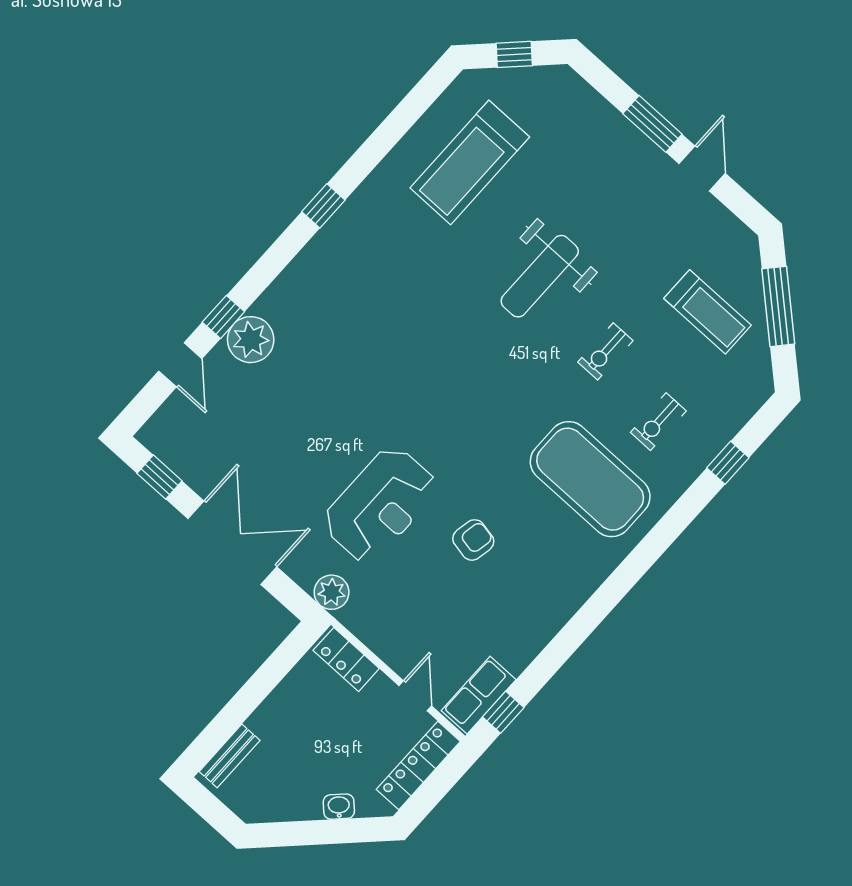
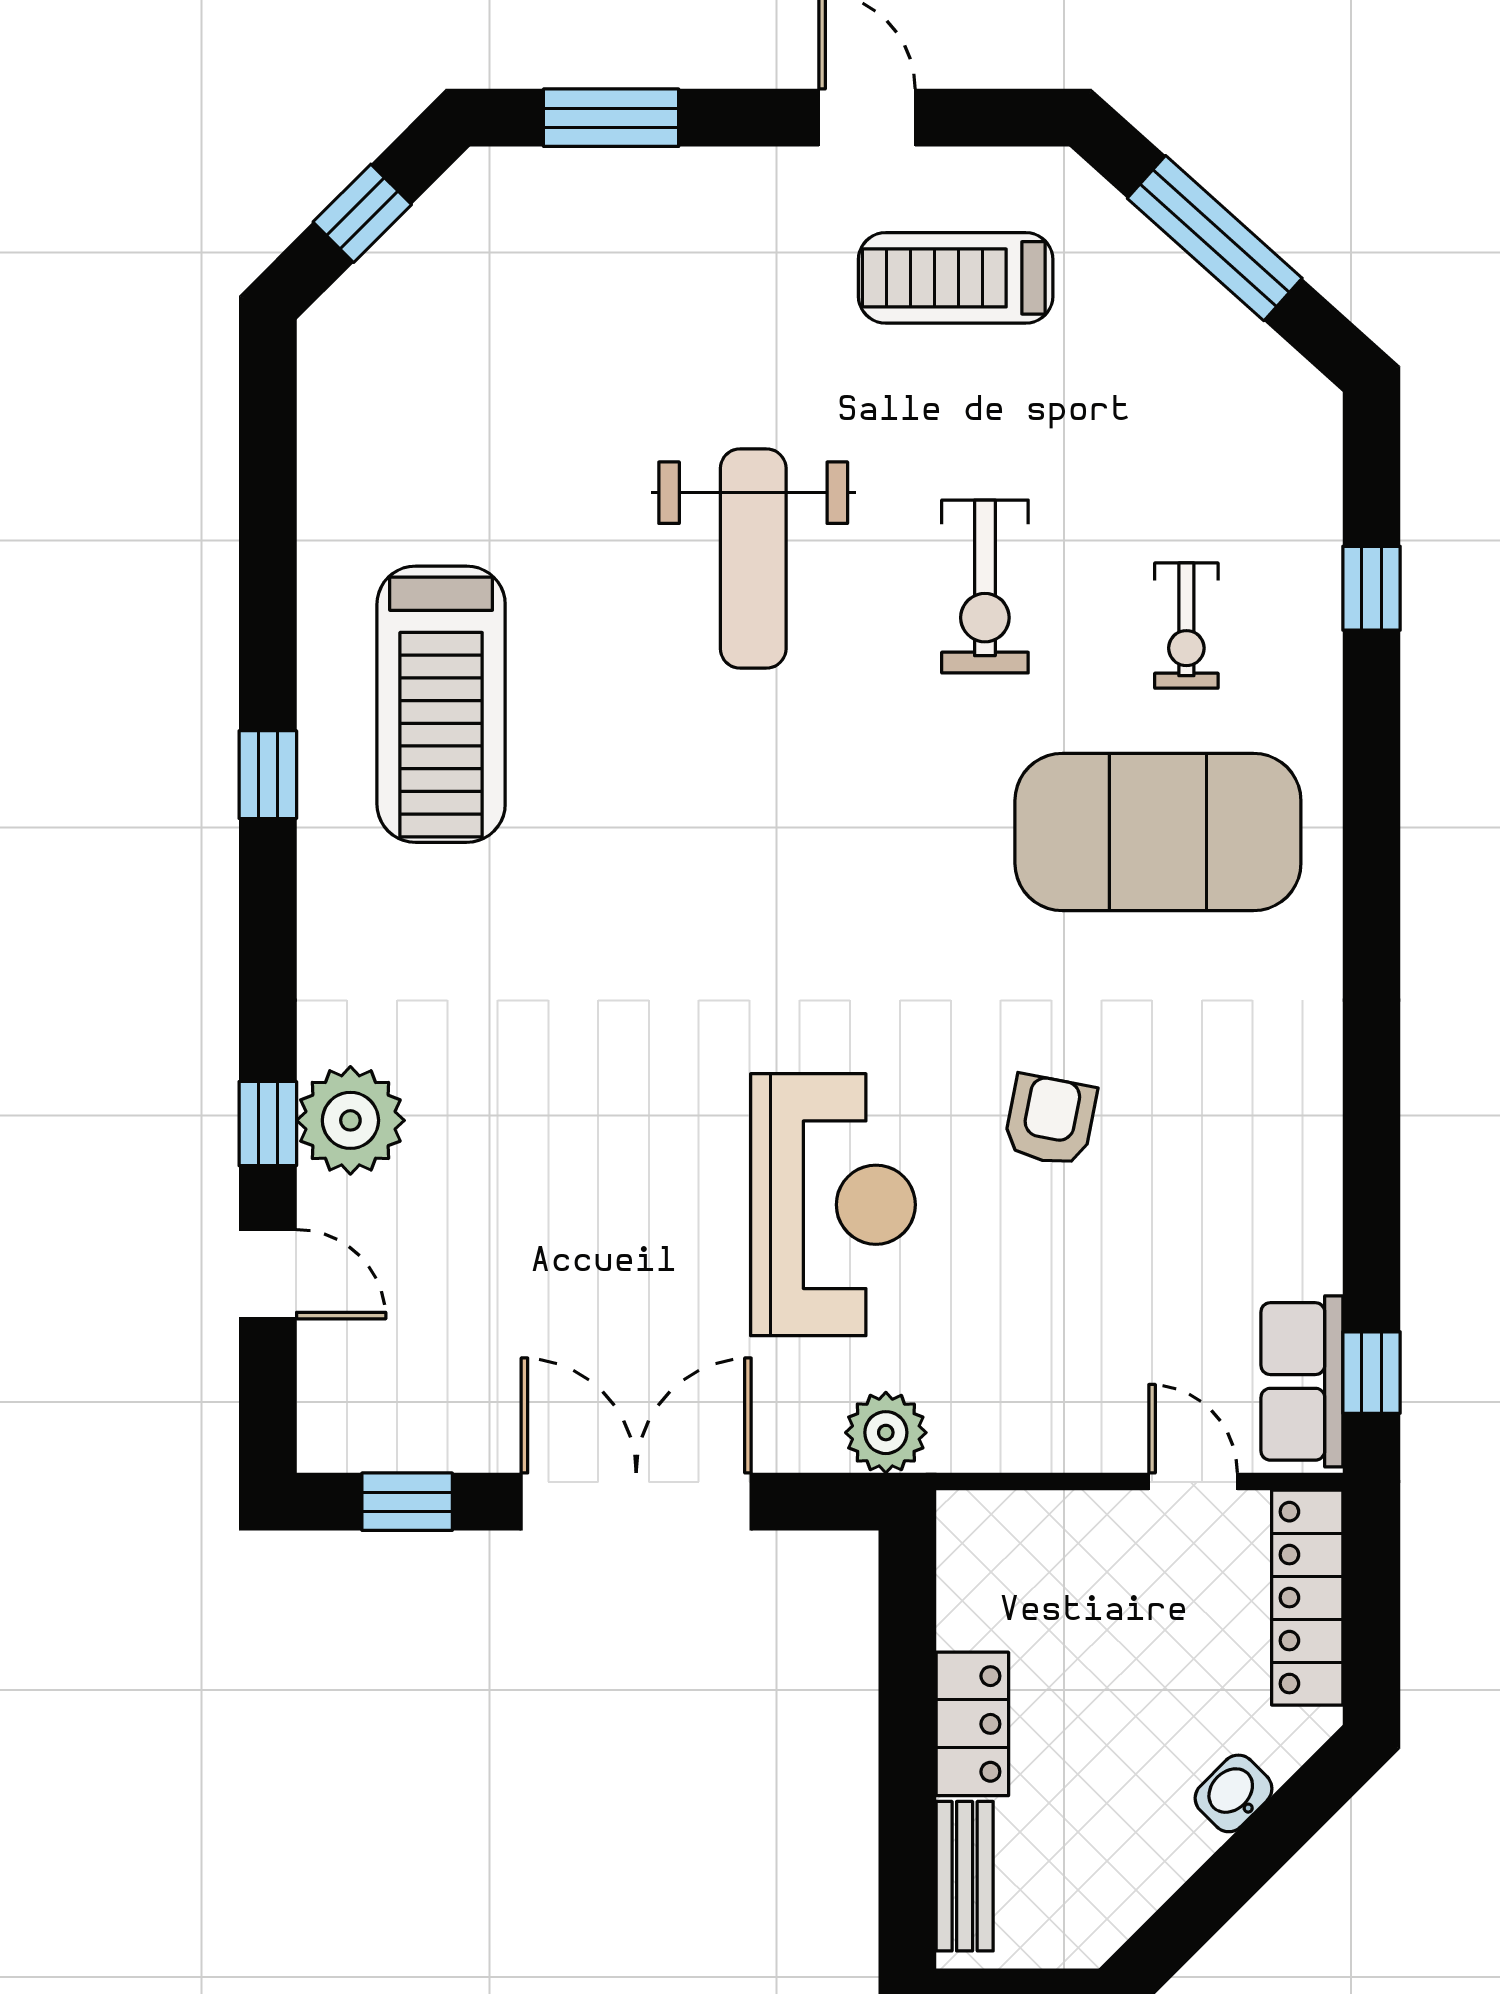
window: (652, 124) -> (611, 118), moved
treadmill: (470, 162) -> (441, 704), moved
treadmill: (708, 312) -> (956, 278), moved, turned 180
exercise bike: (605, 351) -> (985, 586), width x1.38, depth x1.39
locker: (346, 659) -> (972, 1724), moved, turned -90

